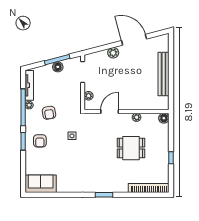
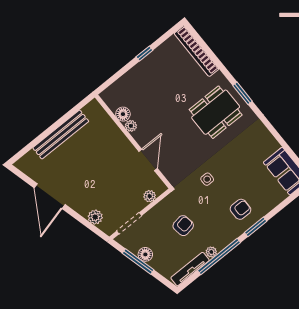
plant: (113, 53) -> (95, 217), moved
door: (110, 111) -> (148, 160), swing flipped
armchair: (49, 113) -> (183, 226), moved
floor lamp: (164, 118) -> (123, 114), moved
dining table: (131, 148) -> (216, 112), moved, width x1.38

